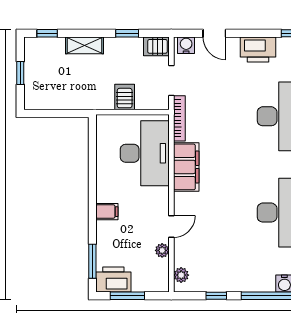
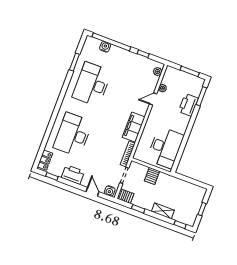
desk: (145, 153) -> (165, 148), moved, turned 180
filing cabinet: (107, 212) -> (184, 119), removed
printer: (113, 280) -> (188, 105), moved, turned 90

